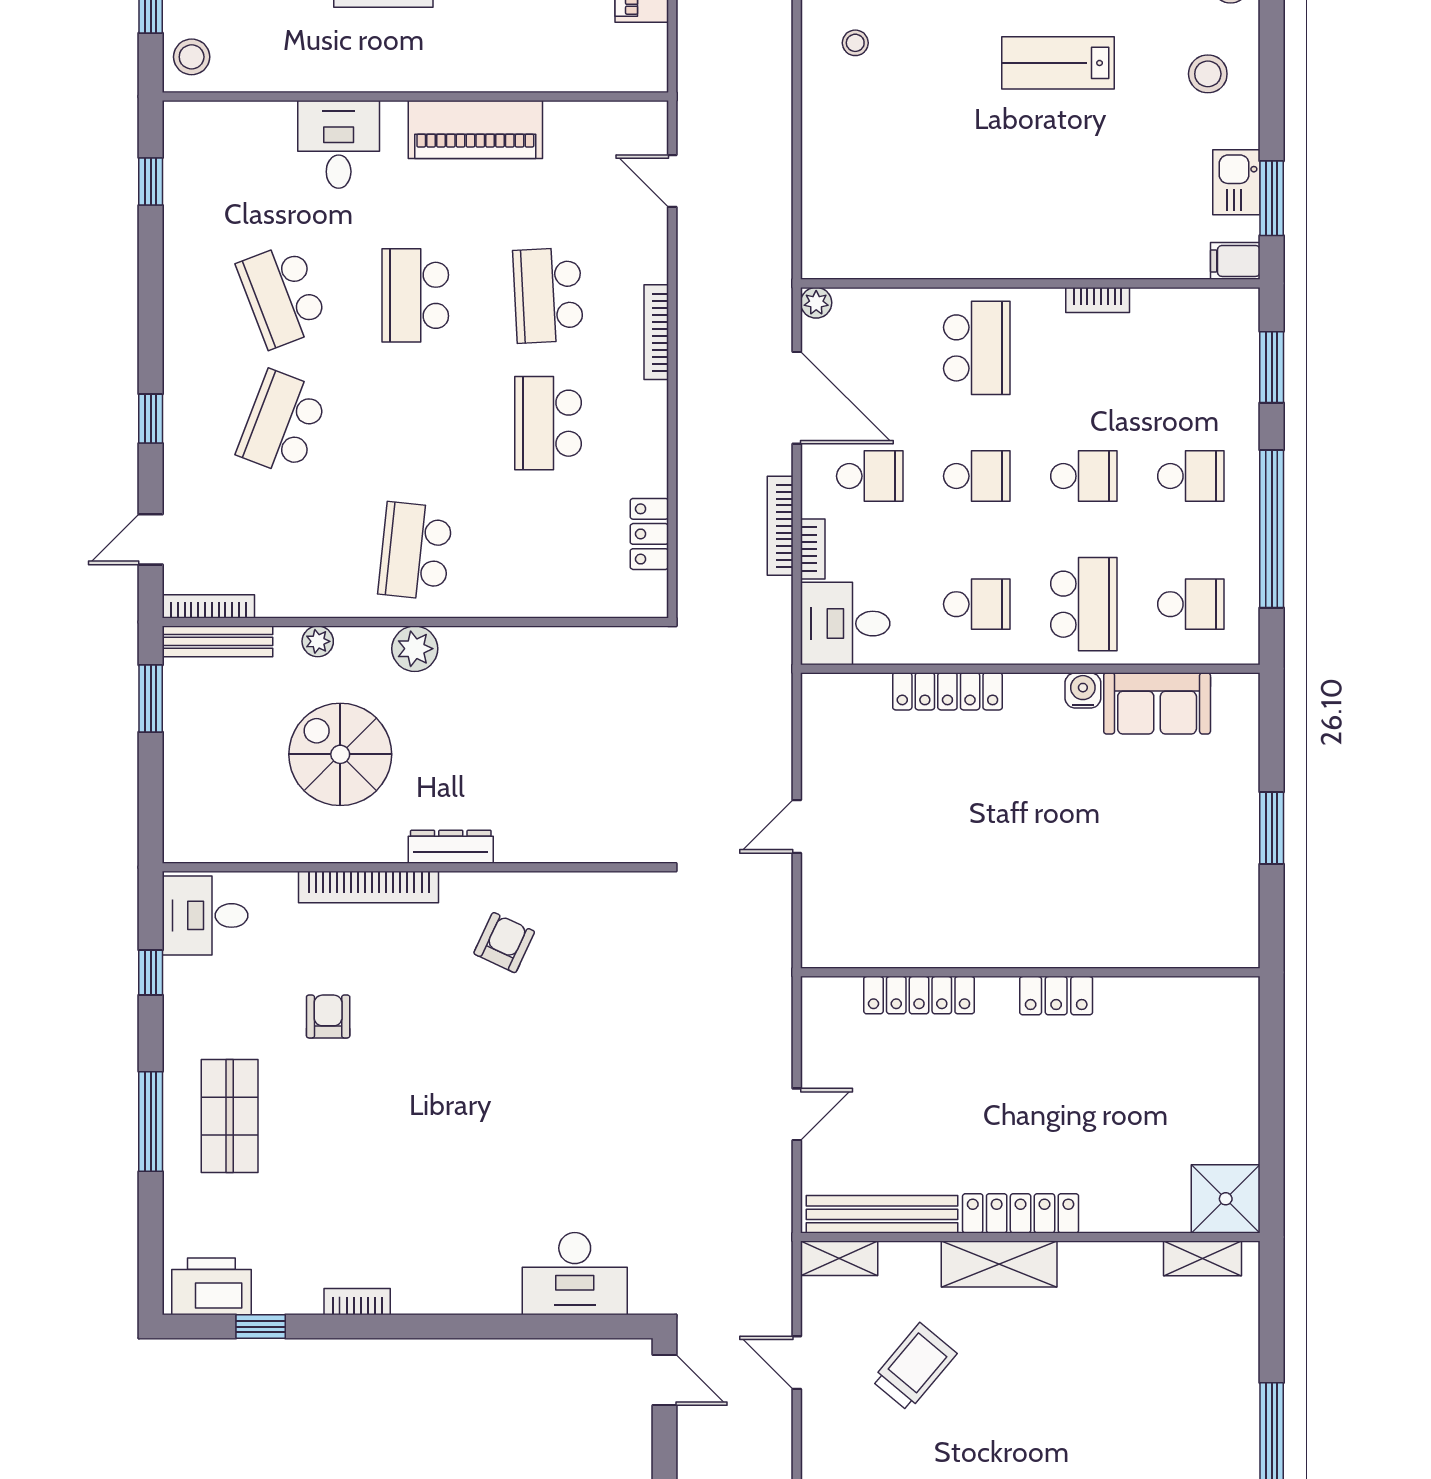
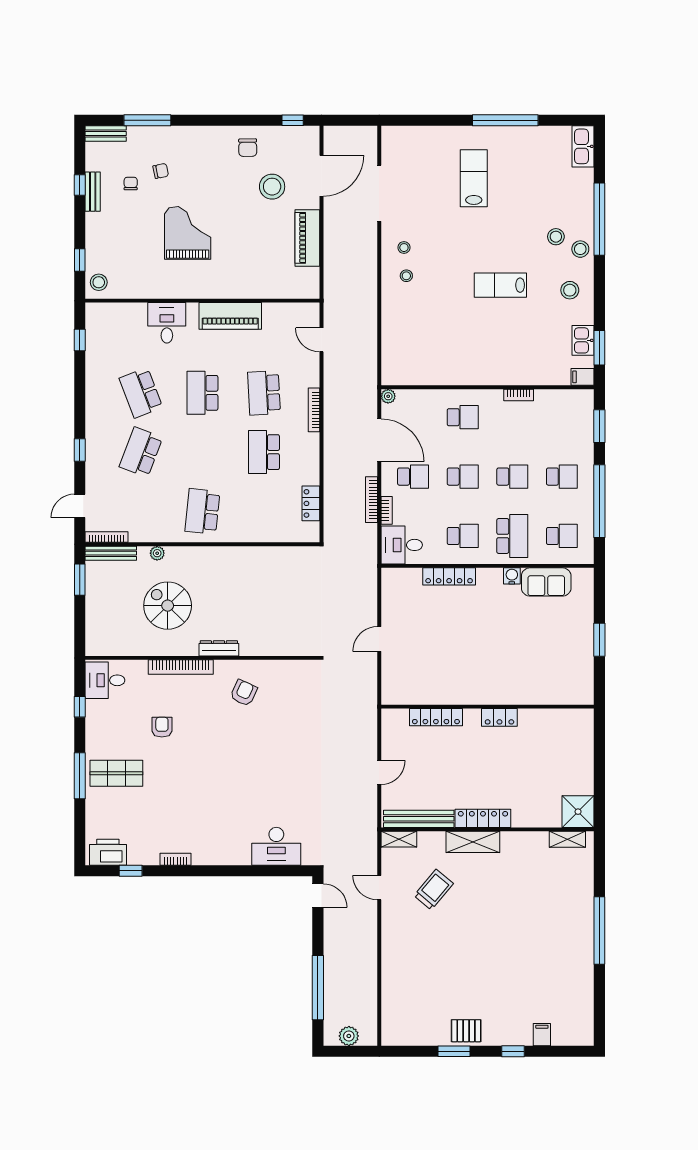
school desk: (977, 348) -> (463, 417), width x0.54
plant: (415, 649) -> (202, 557), removed
shop shelf: (230, 1116) -> (116, 773), turned 90

